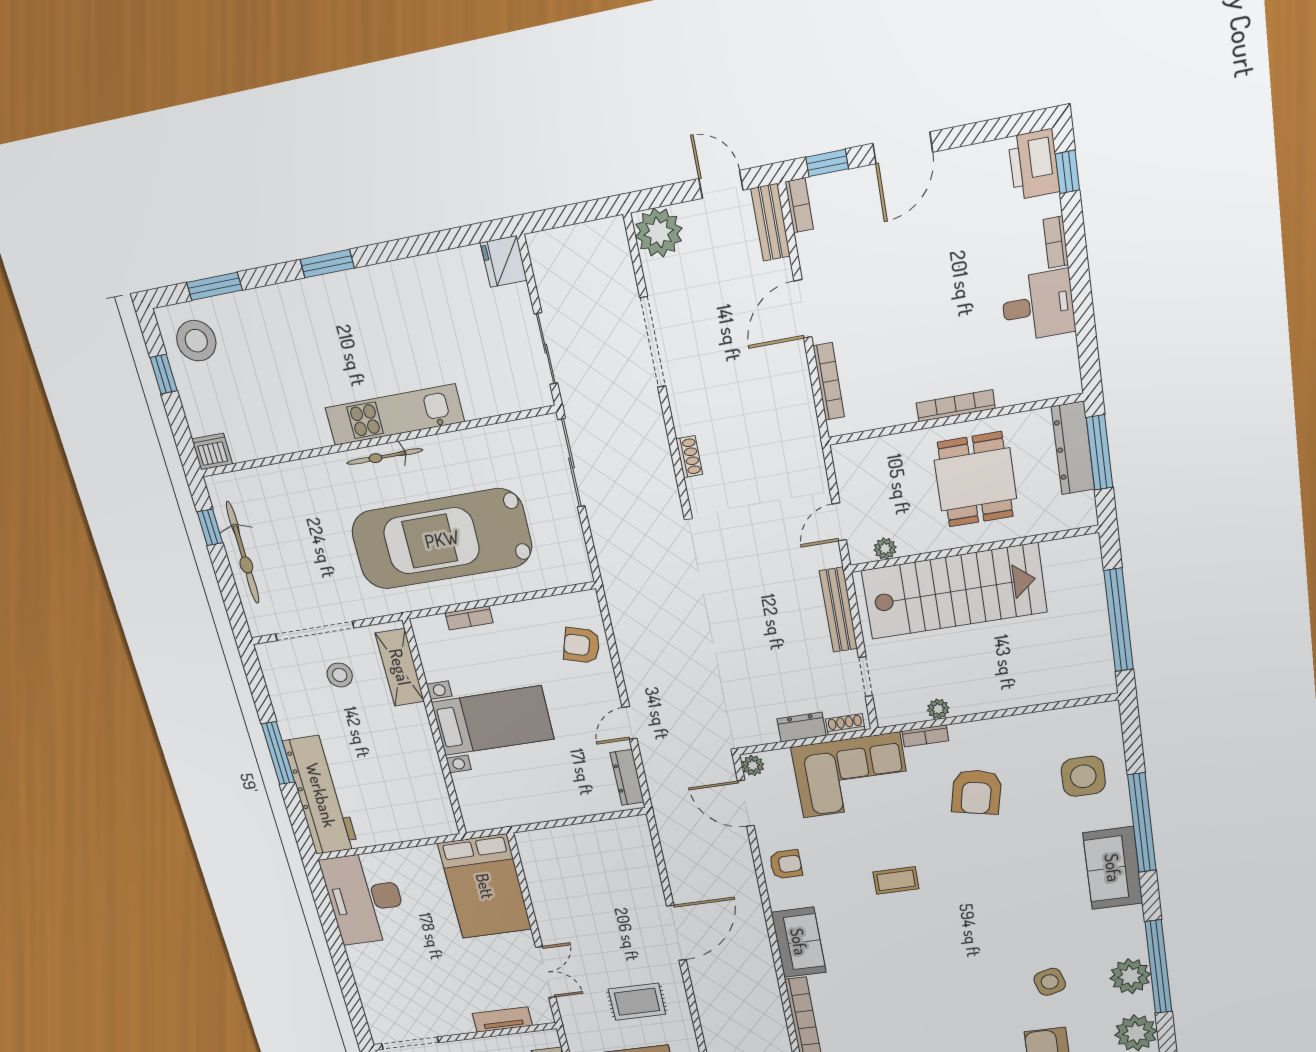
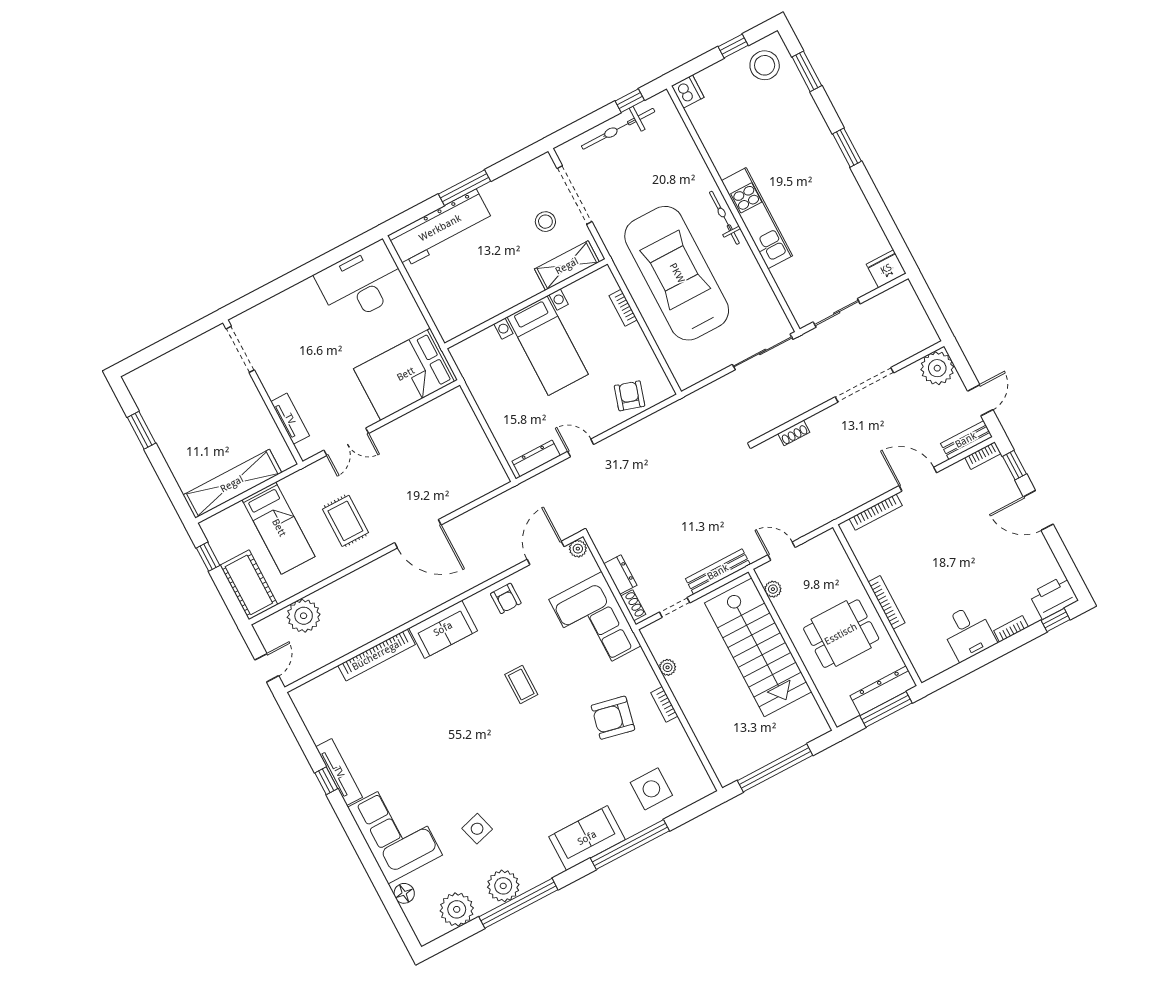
bookcase: (925, 736) -> (664, 704), moved

